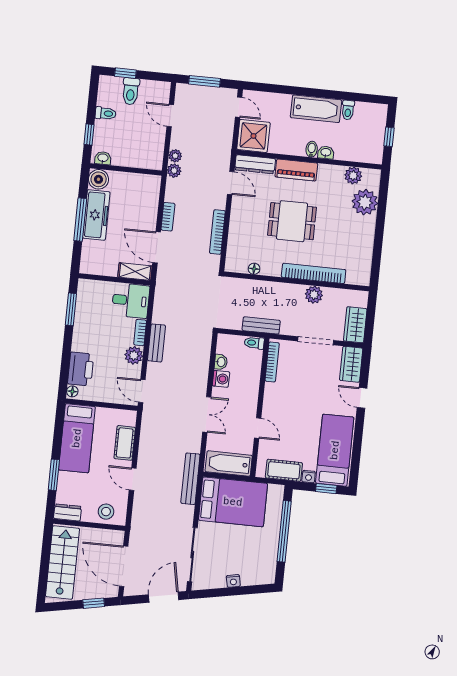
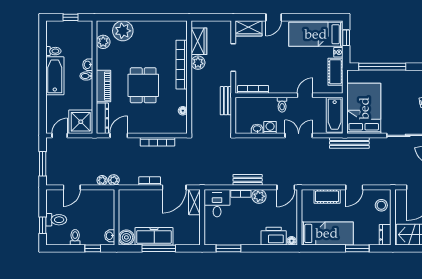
wardrobe: (355, 325) -> (199, 41), moved, turned -90
toilet: (254, 343) -> (282, 105), moved

